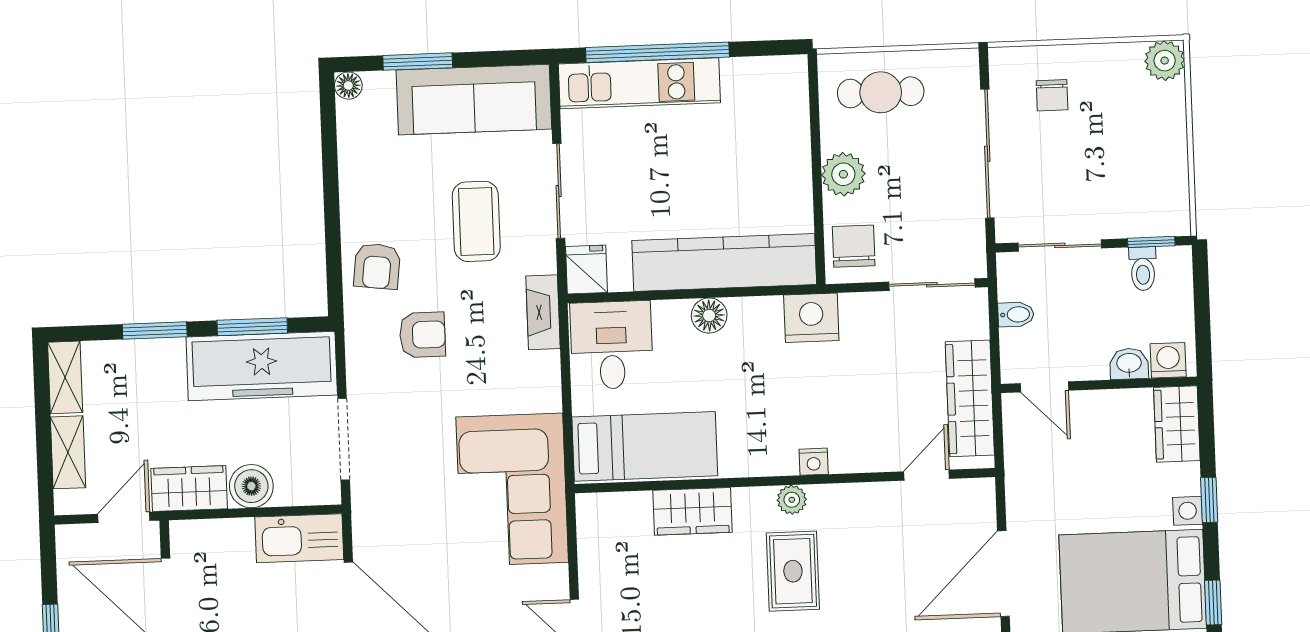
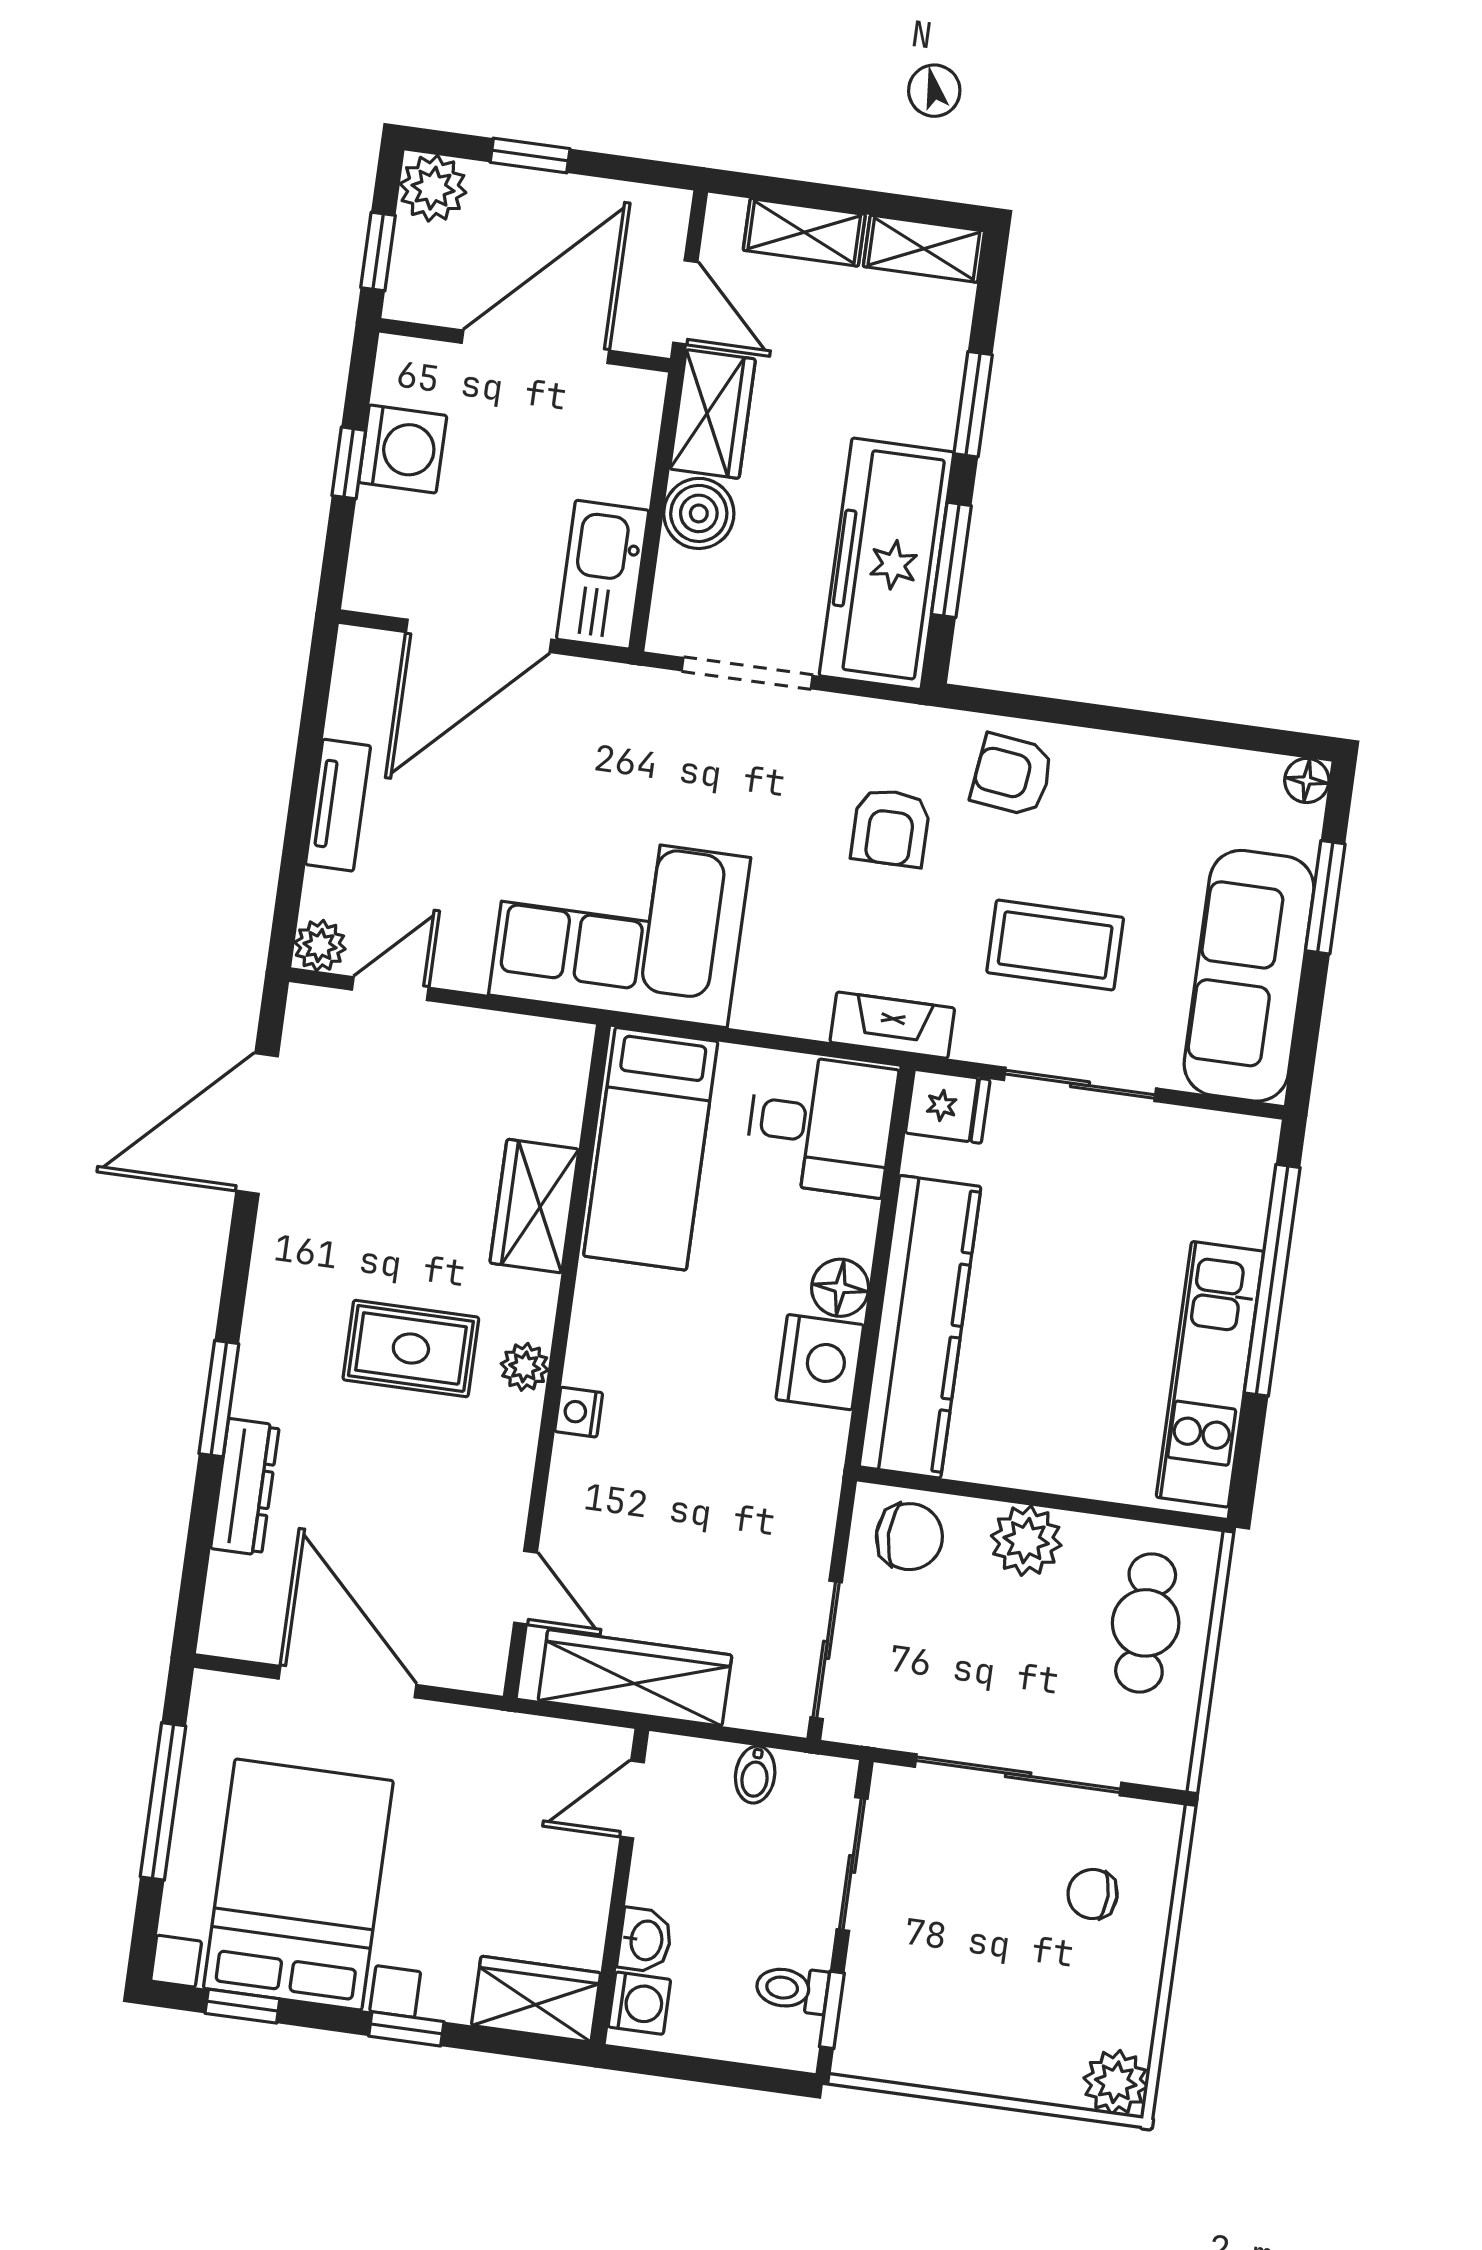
kitchen unit: (639, 83) -> (1210, 1374), moved
nightstand: (811, 318) -> (820, 1362), moved

